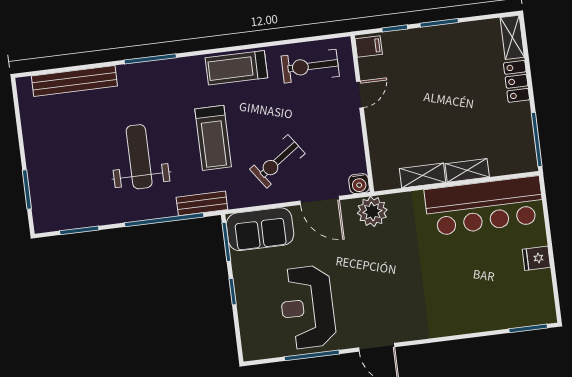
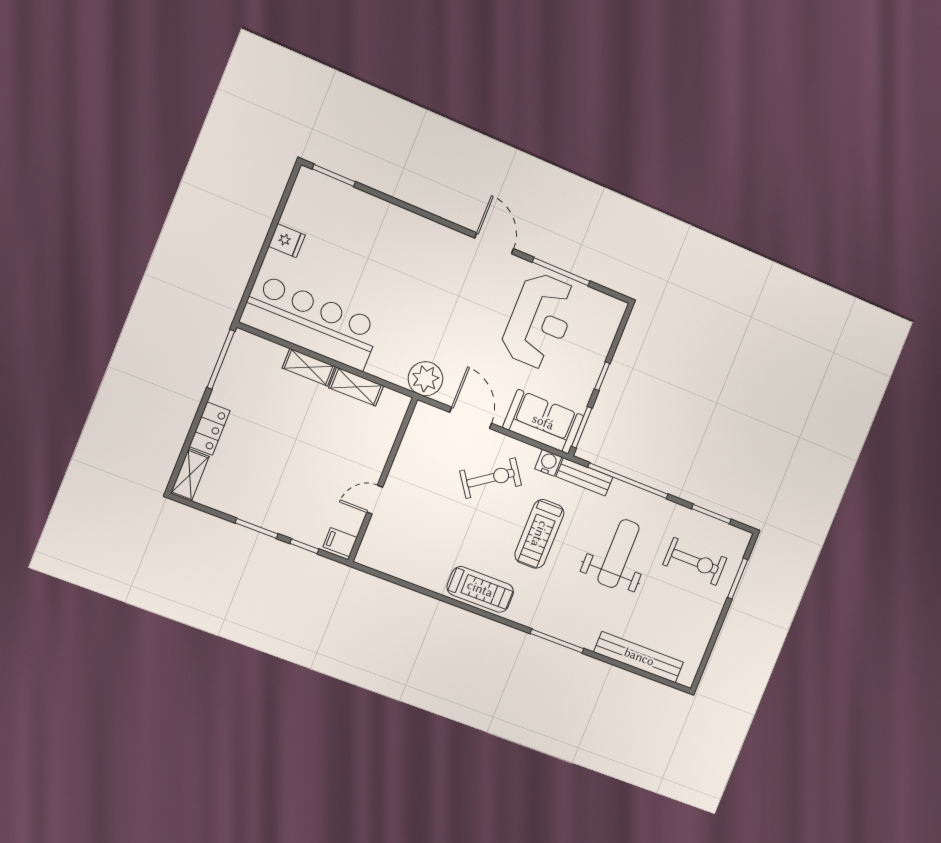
exercise bike: (310, 66) -> (695, 561), moved
treadmill: (213, 138) -> (539, 534), turned 180
weight bench: (139, 157) -> (618, 554), turned 180
water cooler: (359, 184) -> (548, 463), moved

